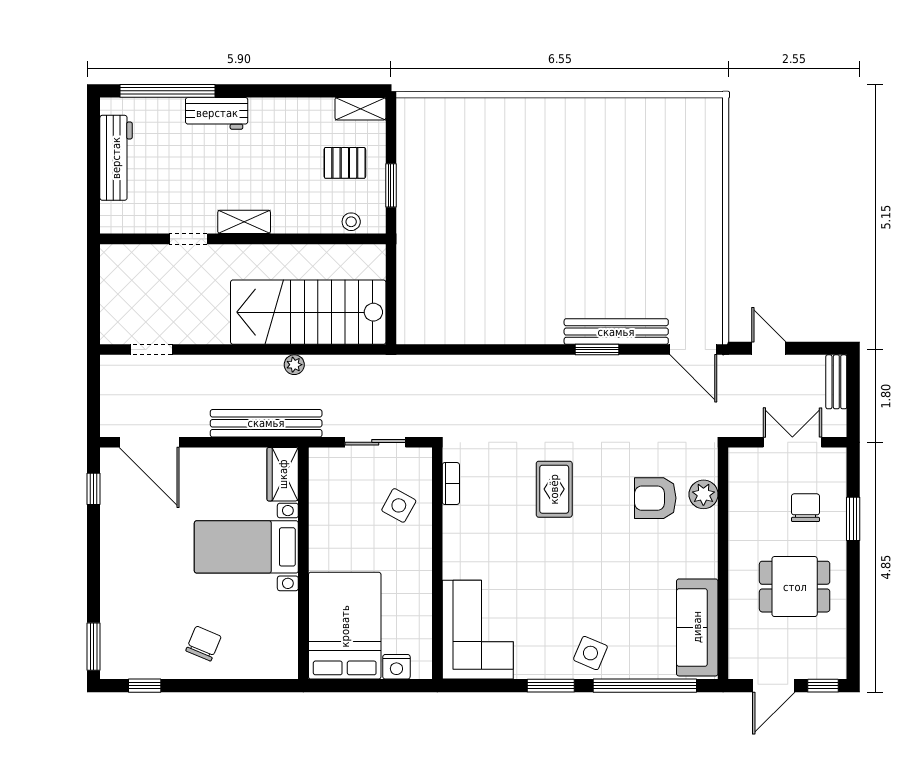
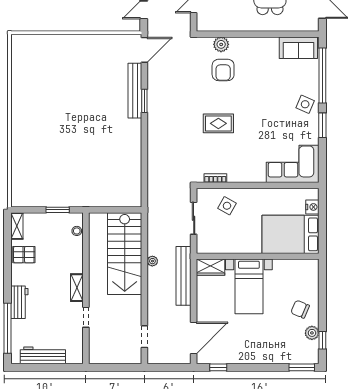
pallet: (345, 163) -> (24, 255), moved, turned 90
sofa: (697, 627) -> (298, 48), width x0.73
plant: (159, 666) -> (312, 333), added

